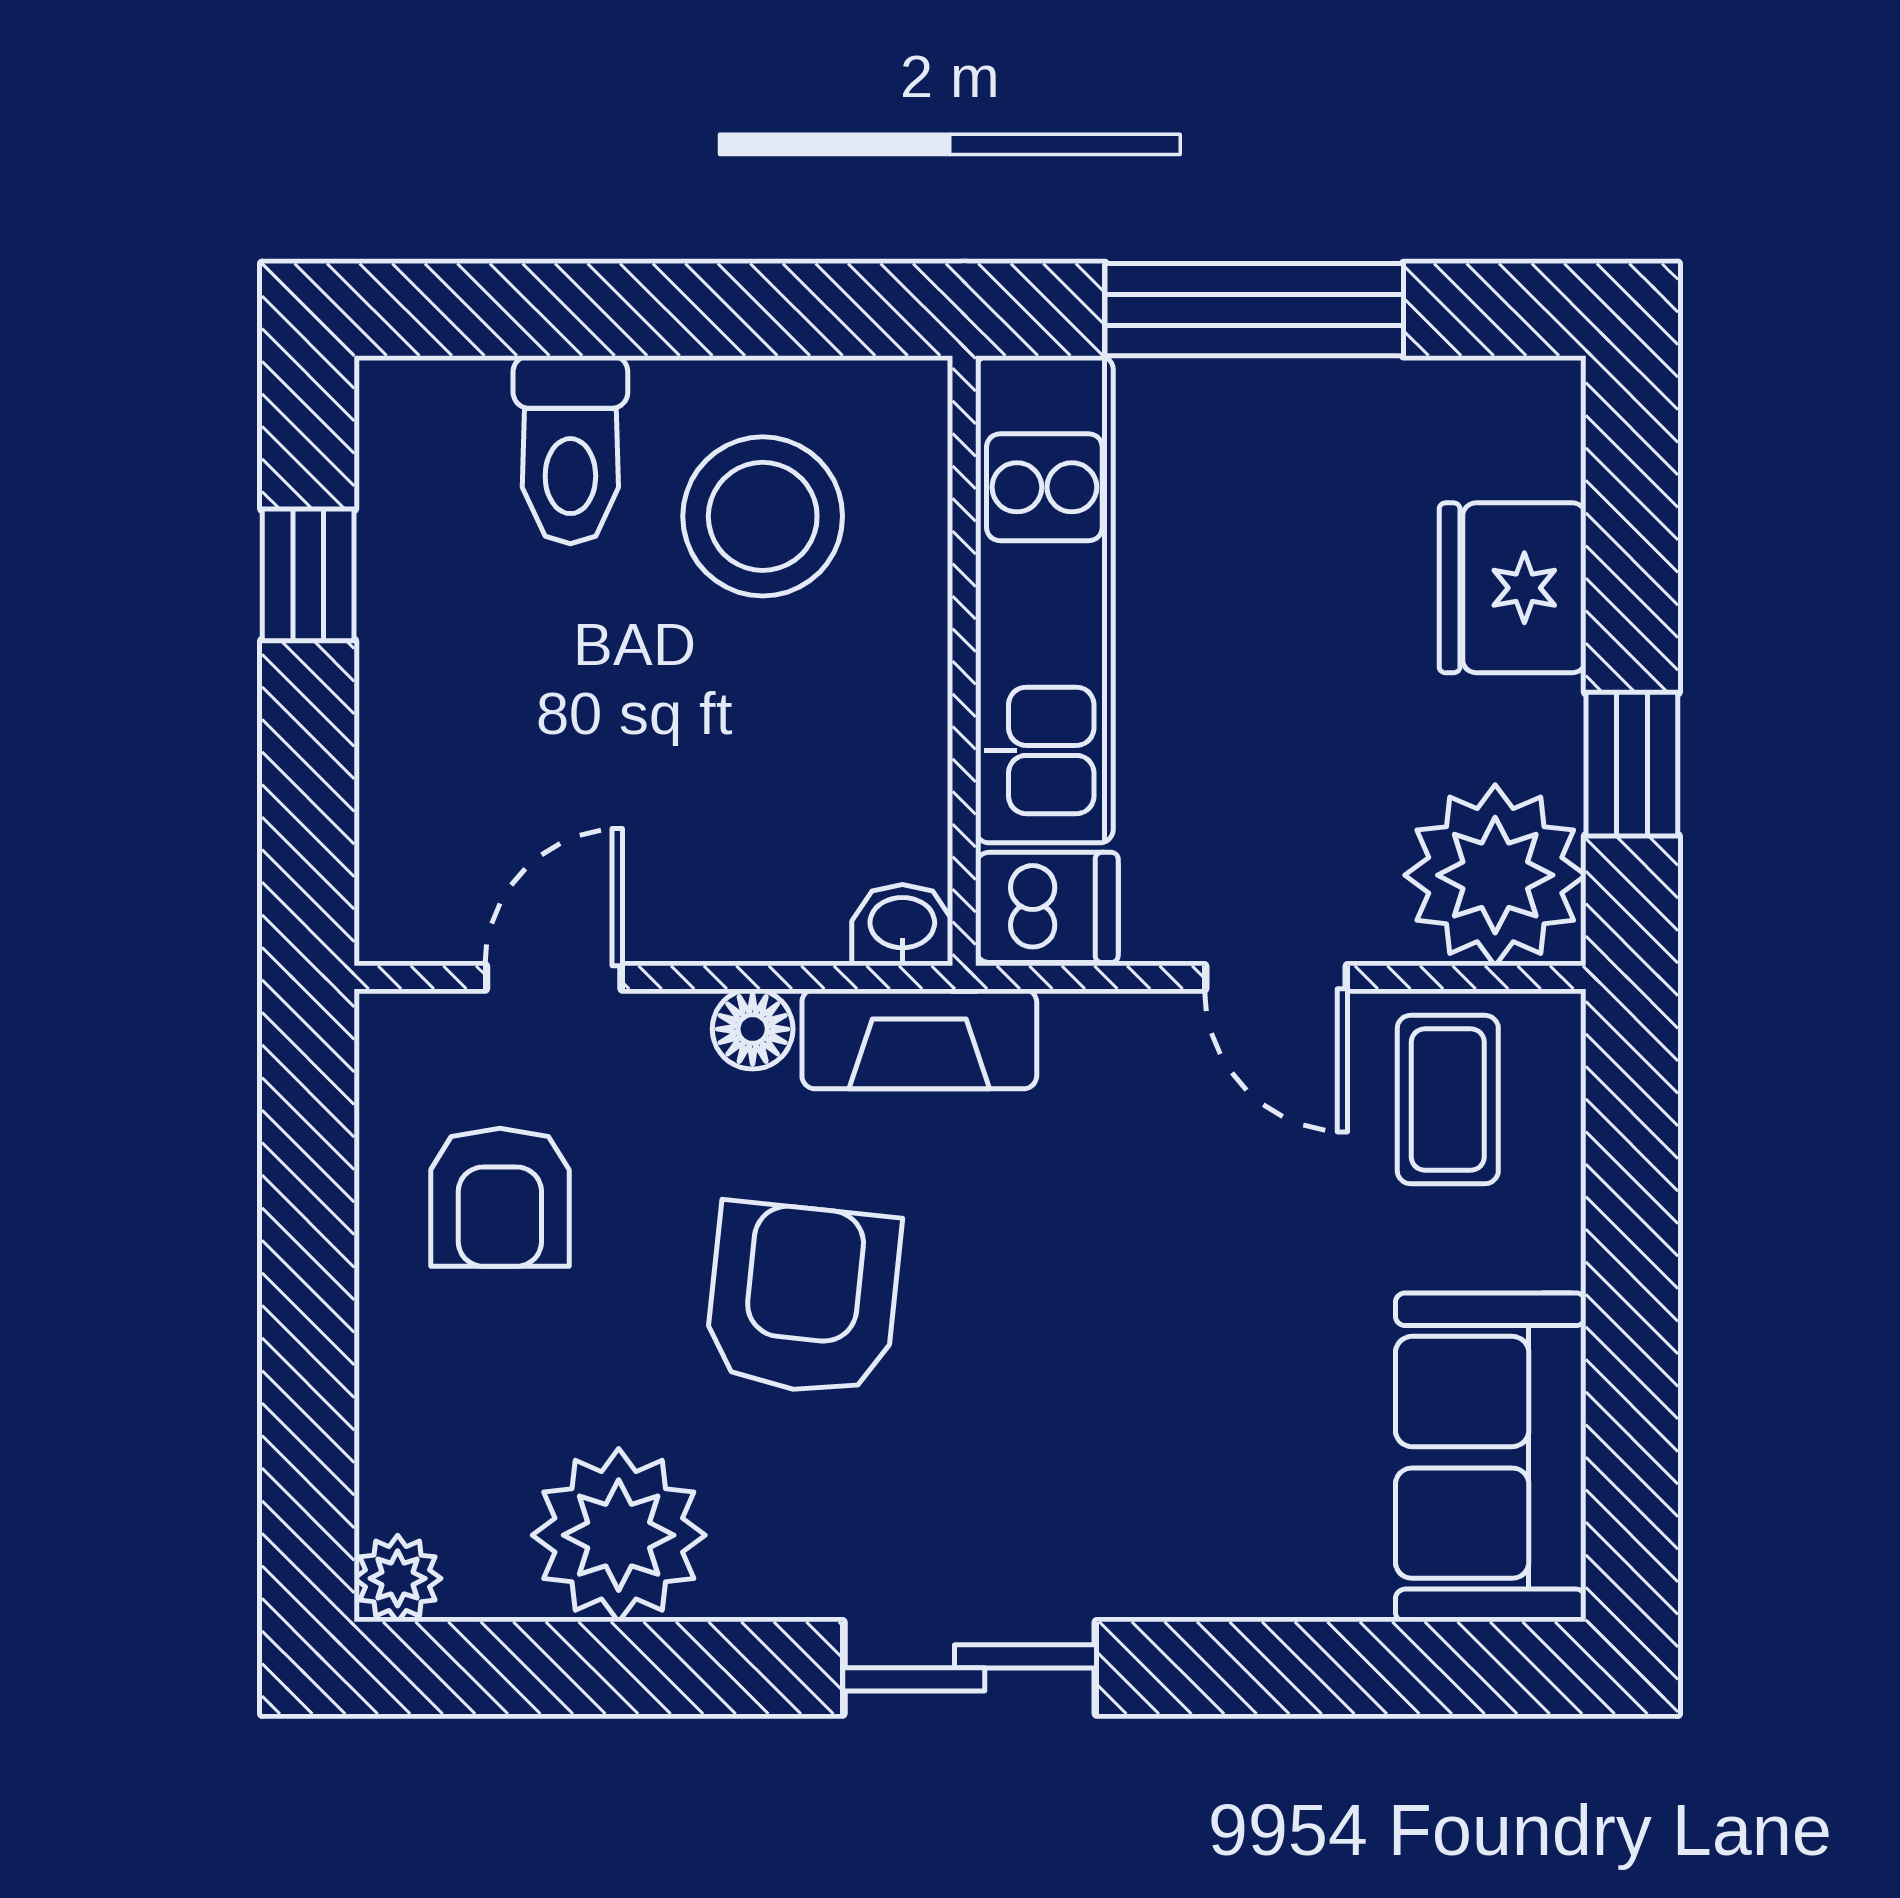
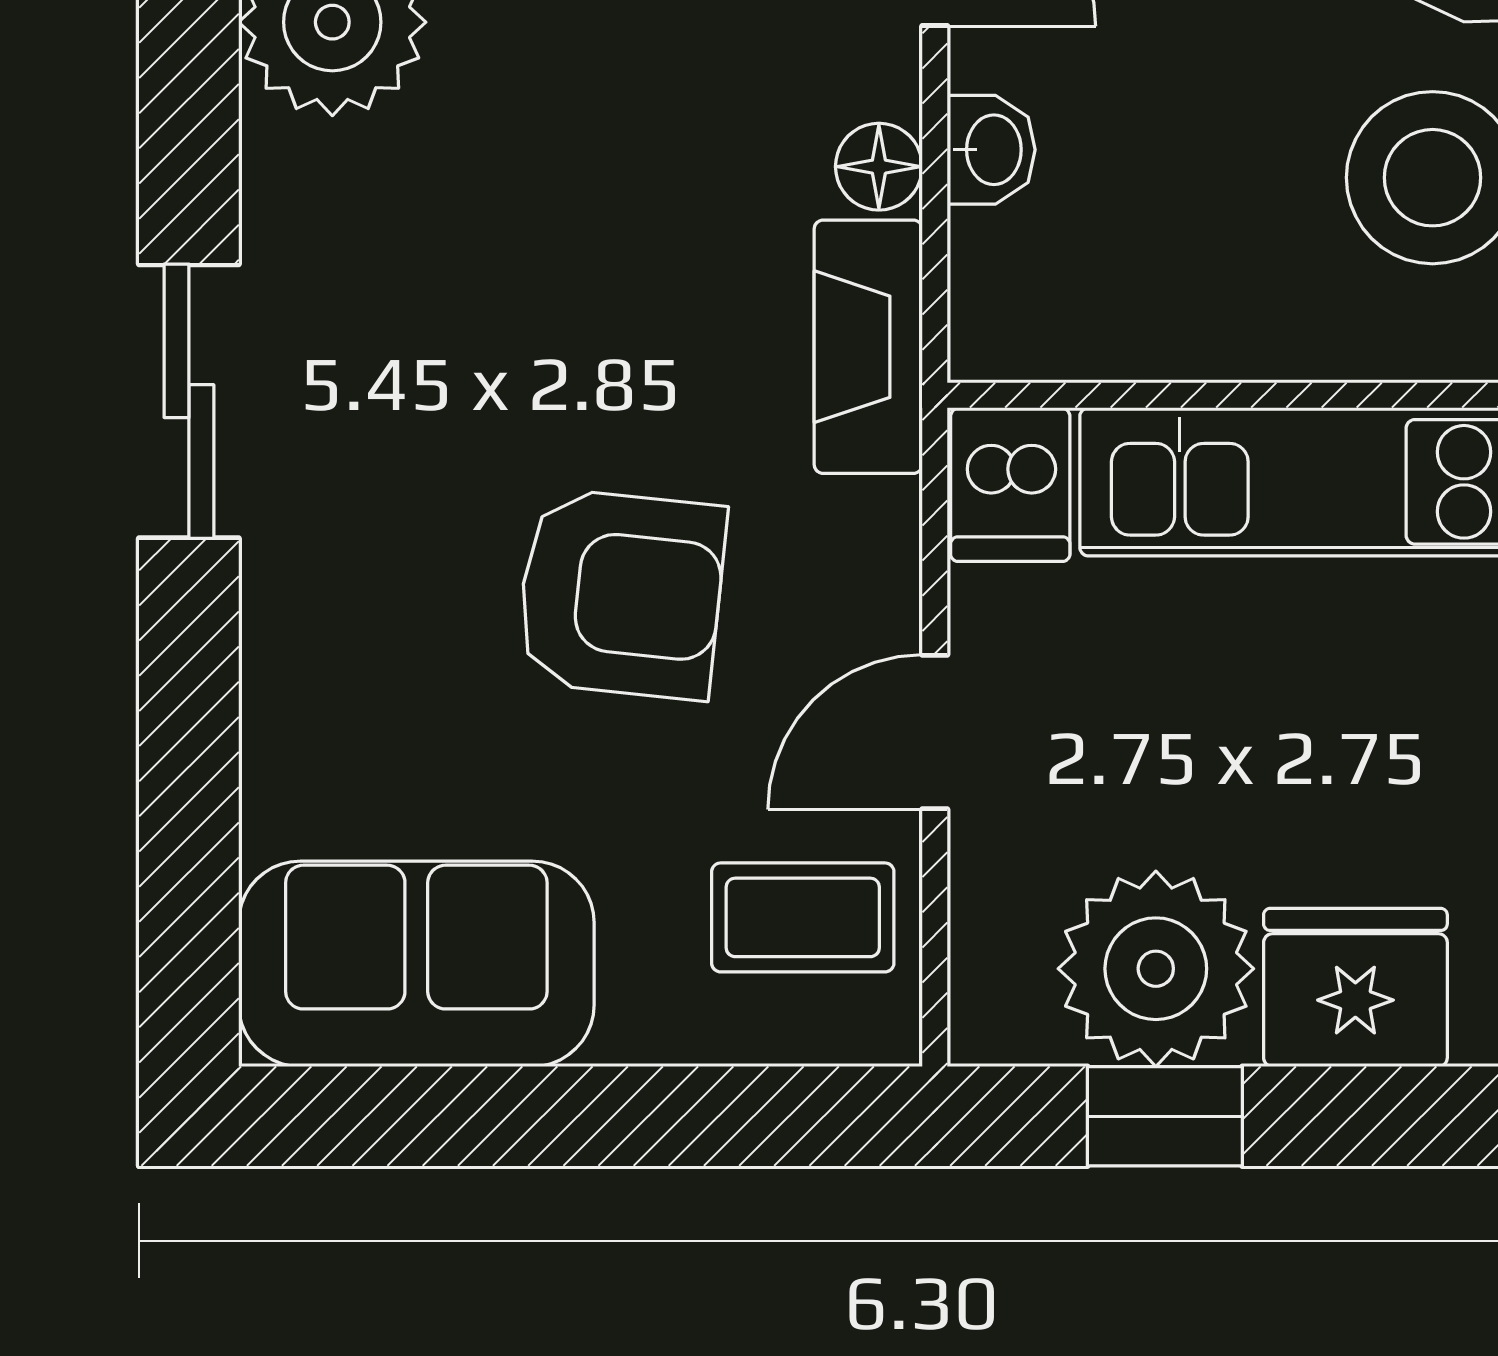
plant: (1495, 875) -> (1156, 969), moved
washbasin: (902, 925) -> (991, 150), moved
armchair: (803, 1299) -> (621, 594), moved

